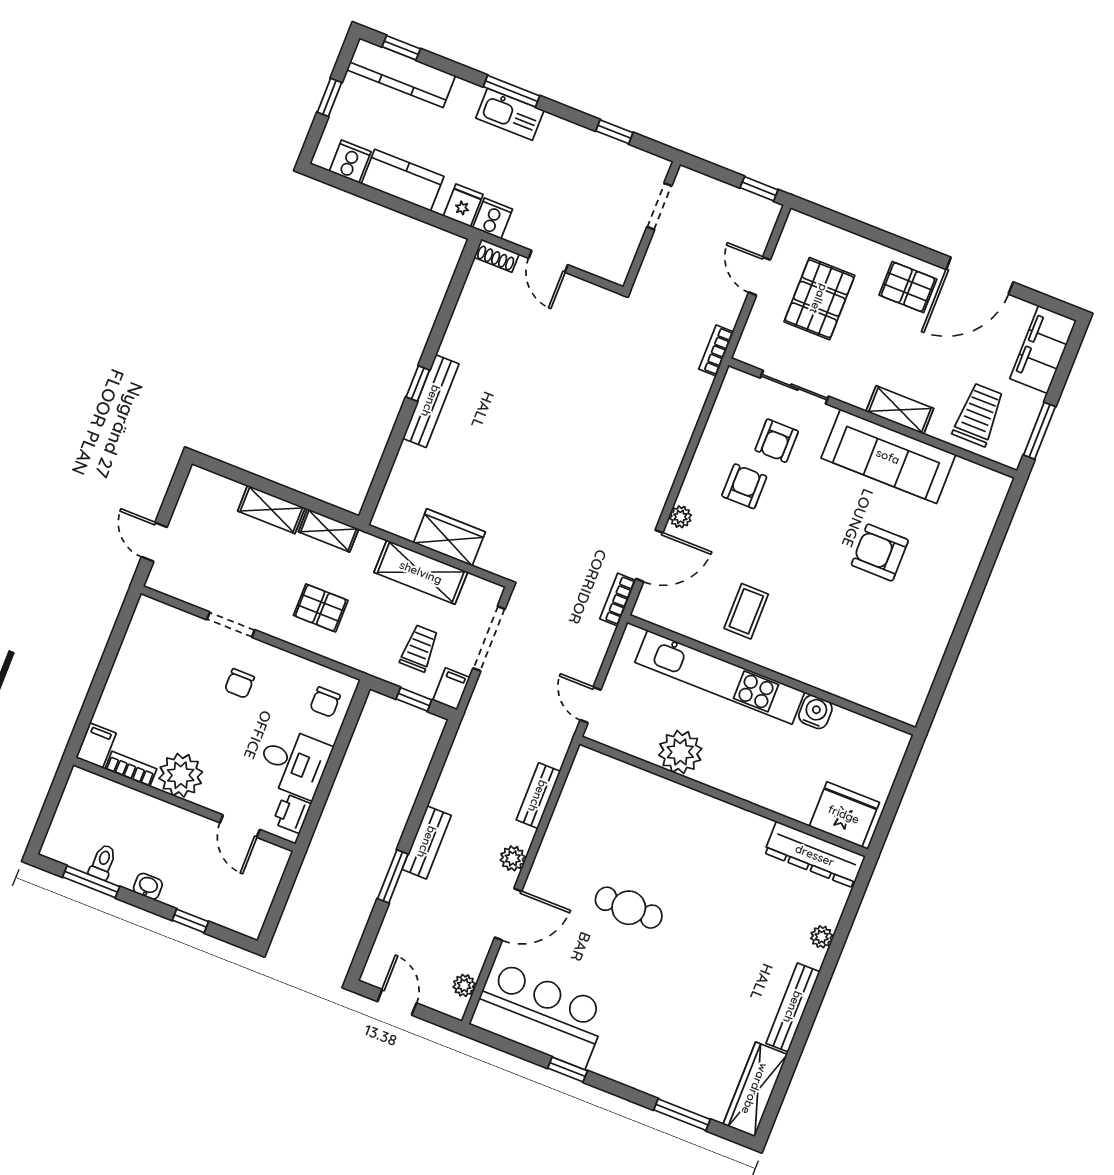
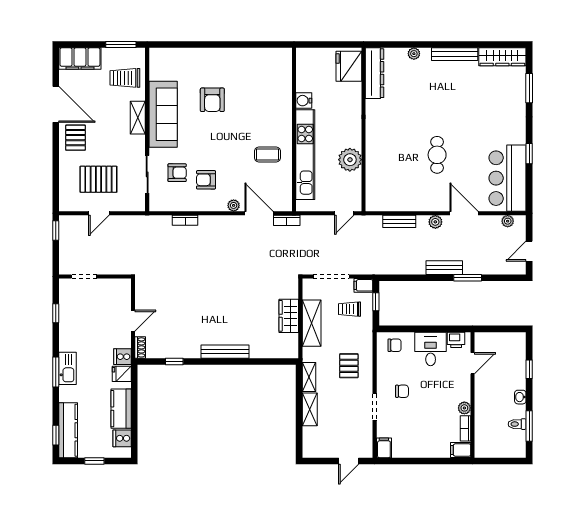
bookcase: (716, 351) -> (185, 220), moved
window: (418, 384) -> (174, 361), moved
filing cabinet: (153, 613) -> (384, 448), added
plant: (181, 775) -> (464, 408), width x0.53, depth x0.53

